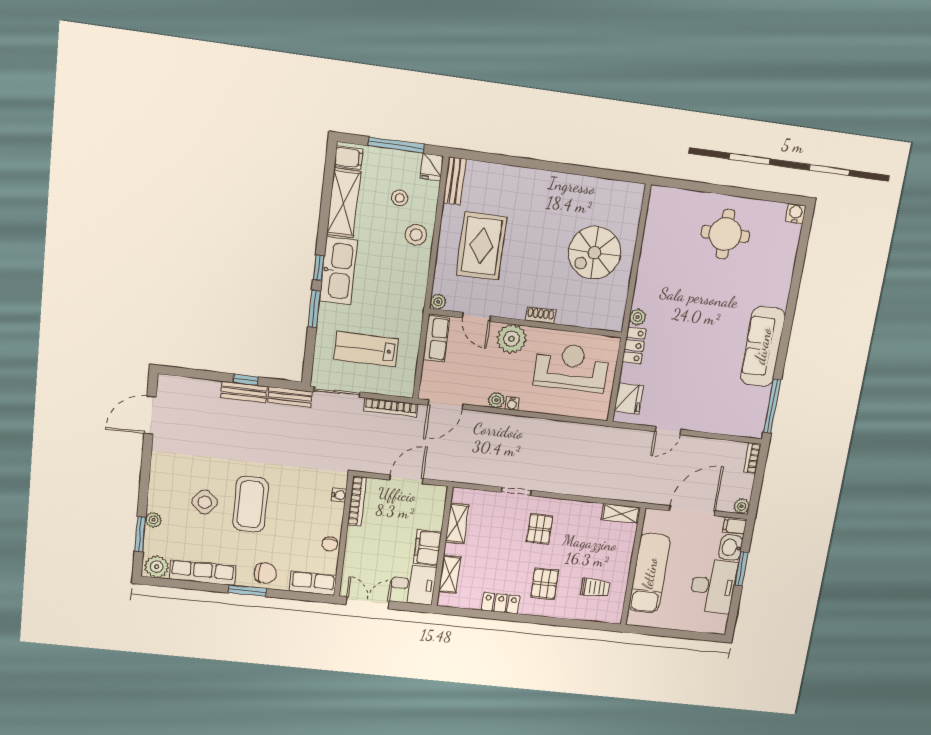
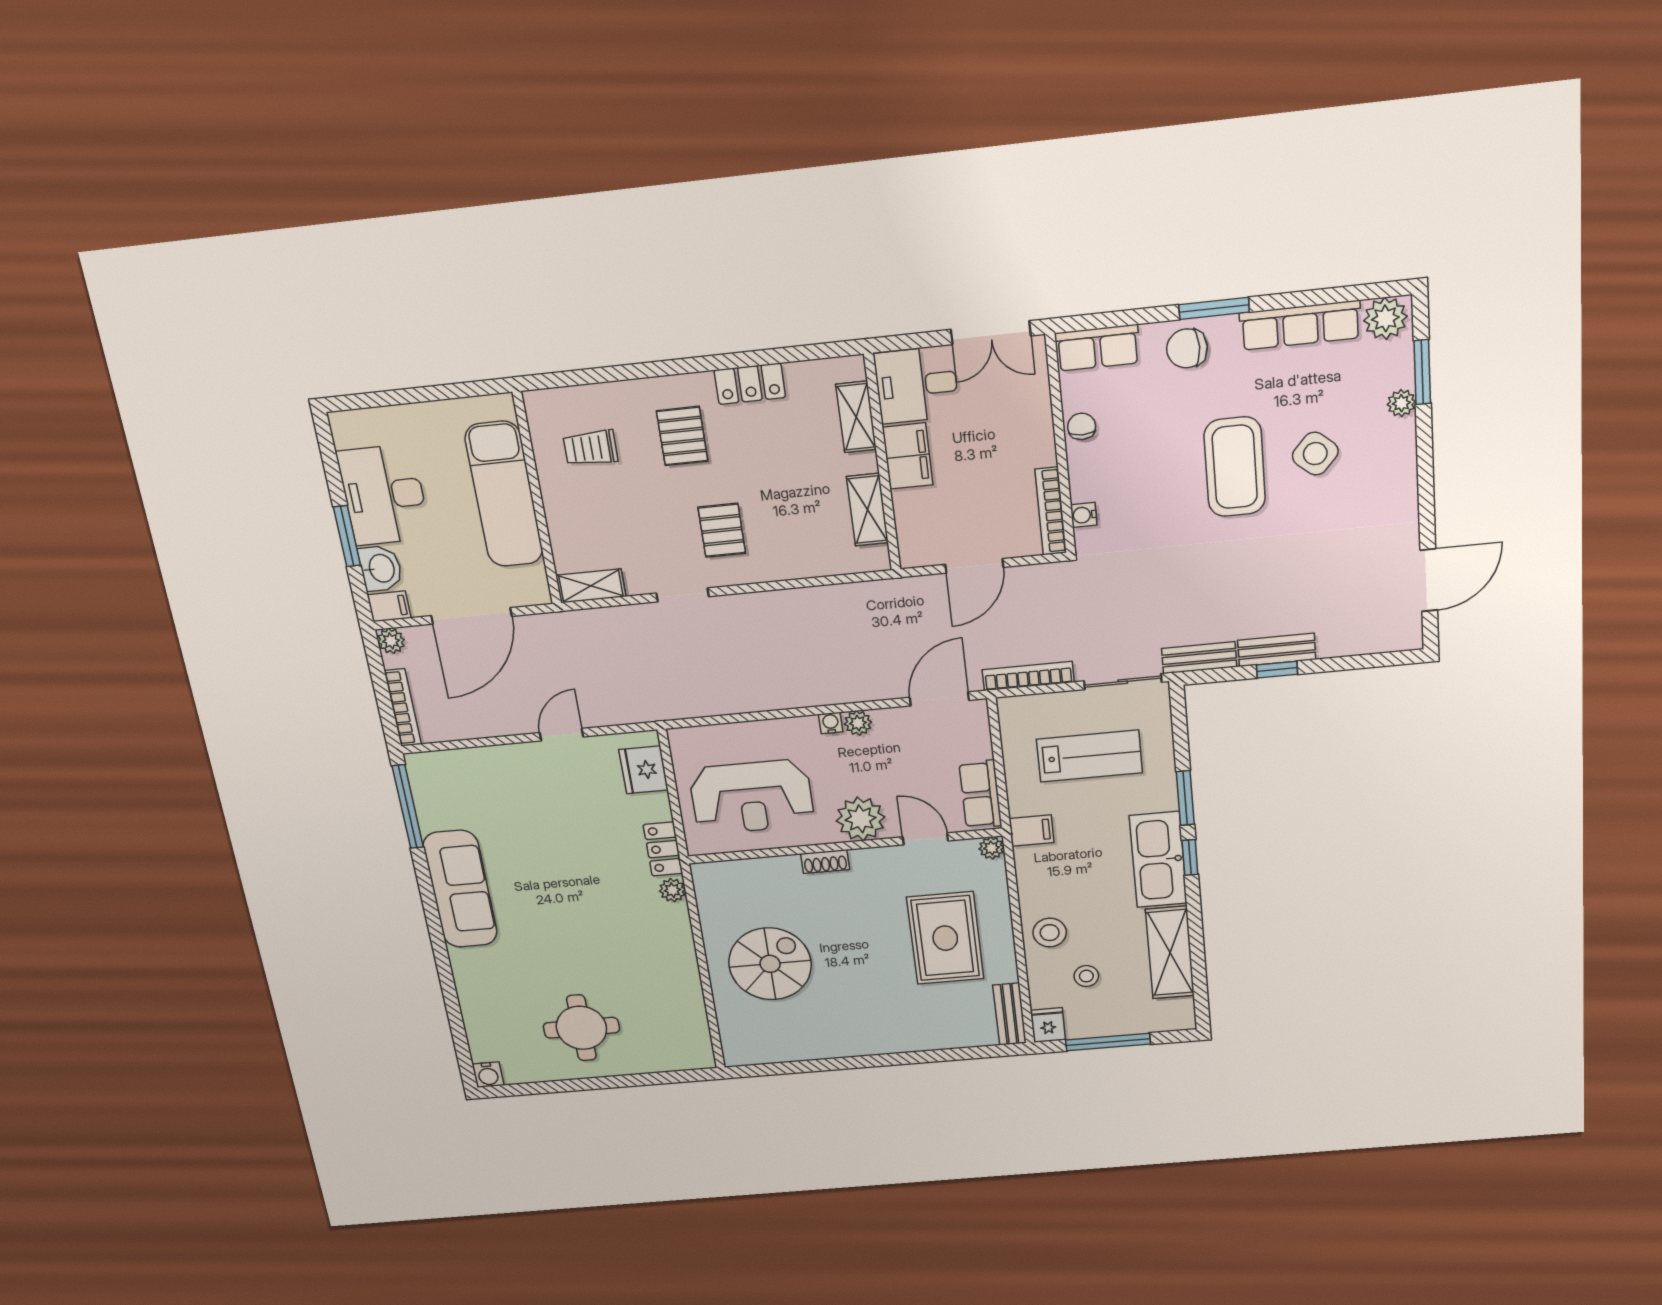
filing cabinet: (349, 157) -> (1031, 831), moved, turned 180
bookcase: (752, 458) -> (403, 708), width x1.56
doorway: (517, 491) -> (683, 595), moved

